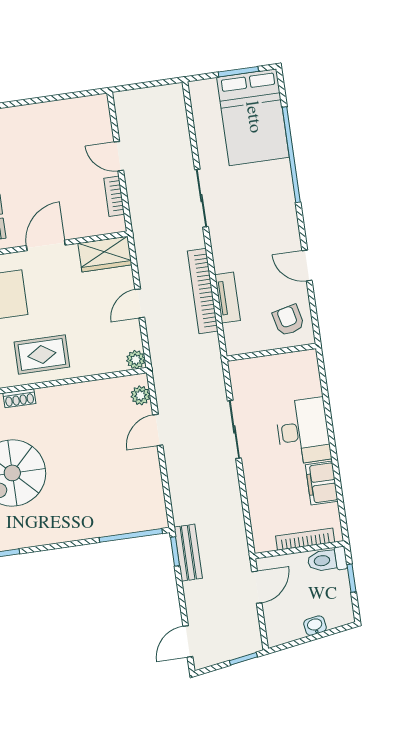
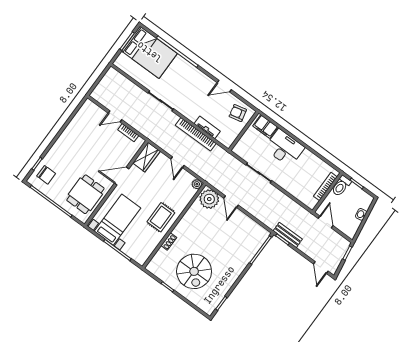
door: (46, 245) -> (122, 176), hinge flipped
plant: (140, 395) -> (209, 199), width x1.87, depth x1.87
filing cabinet: (322, 483) -> (265, 127), moved

